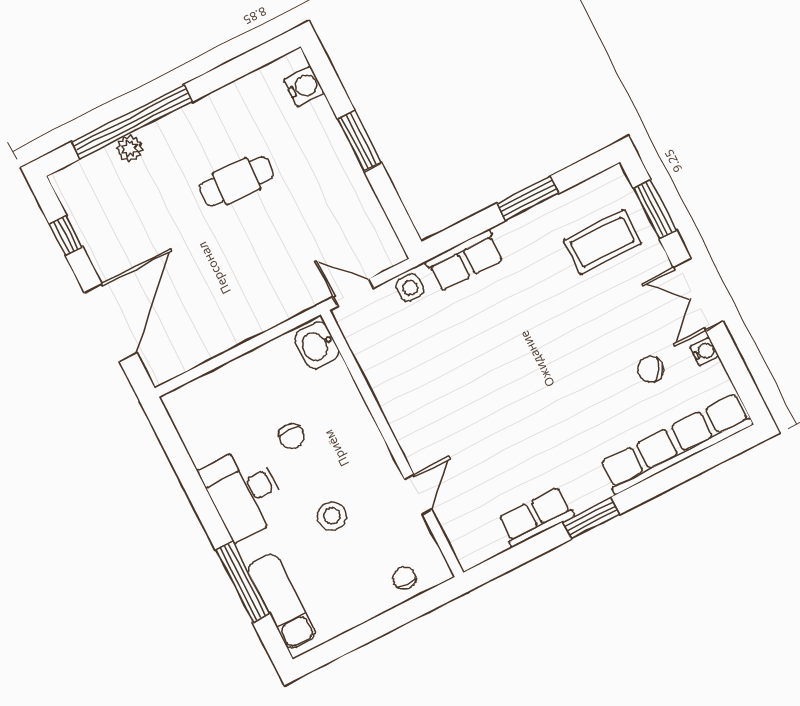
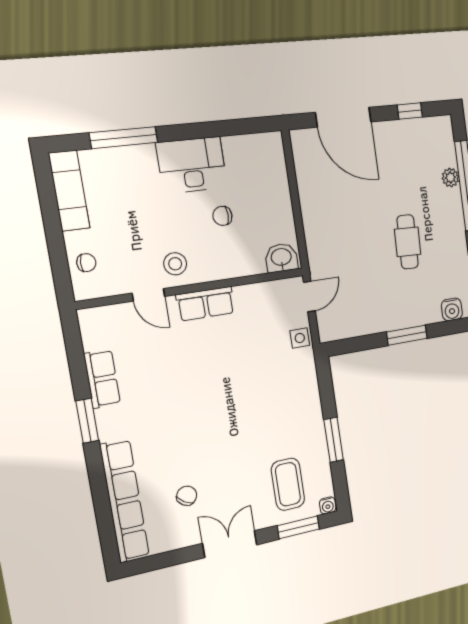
row of seats: (465, 260) -> (206, 304), moved, turned -90
water cooler: (704, 351) -> (328, 505), moved
stool: (332, 516) -> (175, 264), moved
exam couch: (282, 601) -> (69, 191), moved, turned -90

